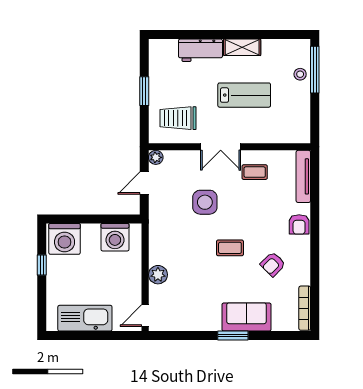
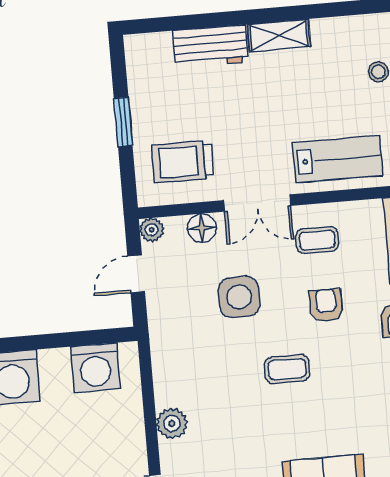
lab bench: (244, 95) -> (337, 159), moved
floor lamp: (186, 159) -> (202, 228), added
armchair: (273, 264) -> (326, 305), moved, turned 135

